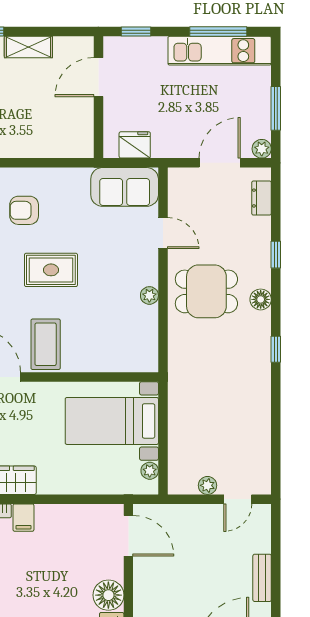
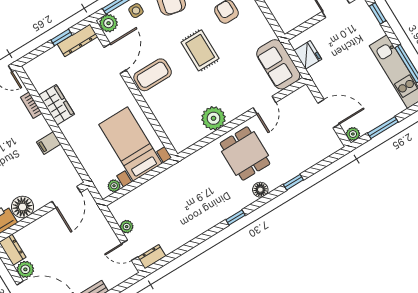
dresser: (262, 198) -> (152, 257), moved
plant: (149, 295) -> (214, 118), width x1.88, depth x1.88
filing cabinet: (23, 518) -> (49, 143), moved

